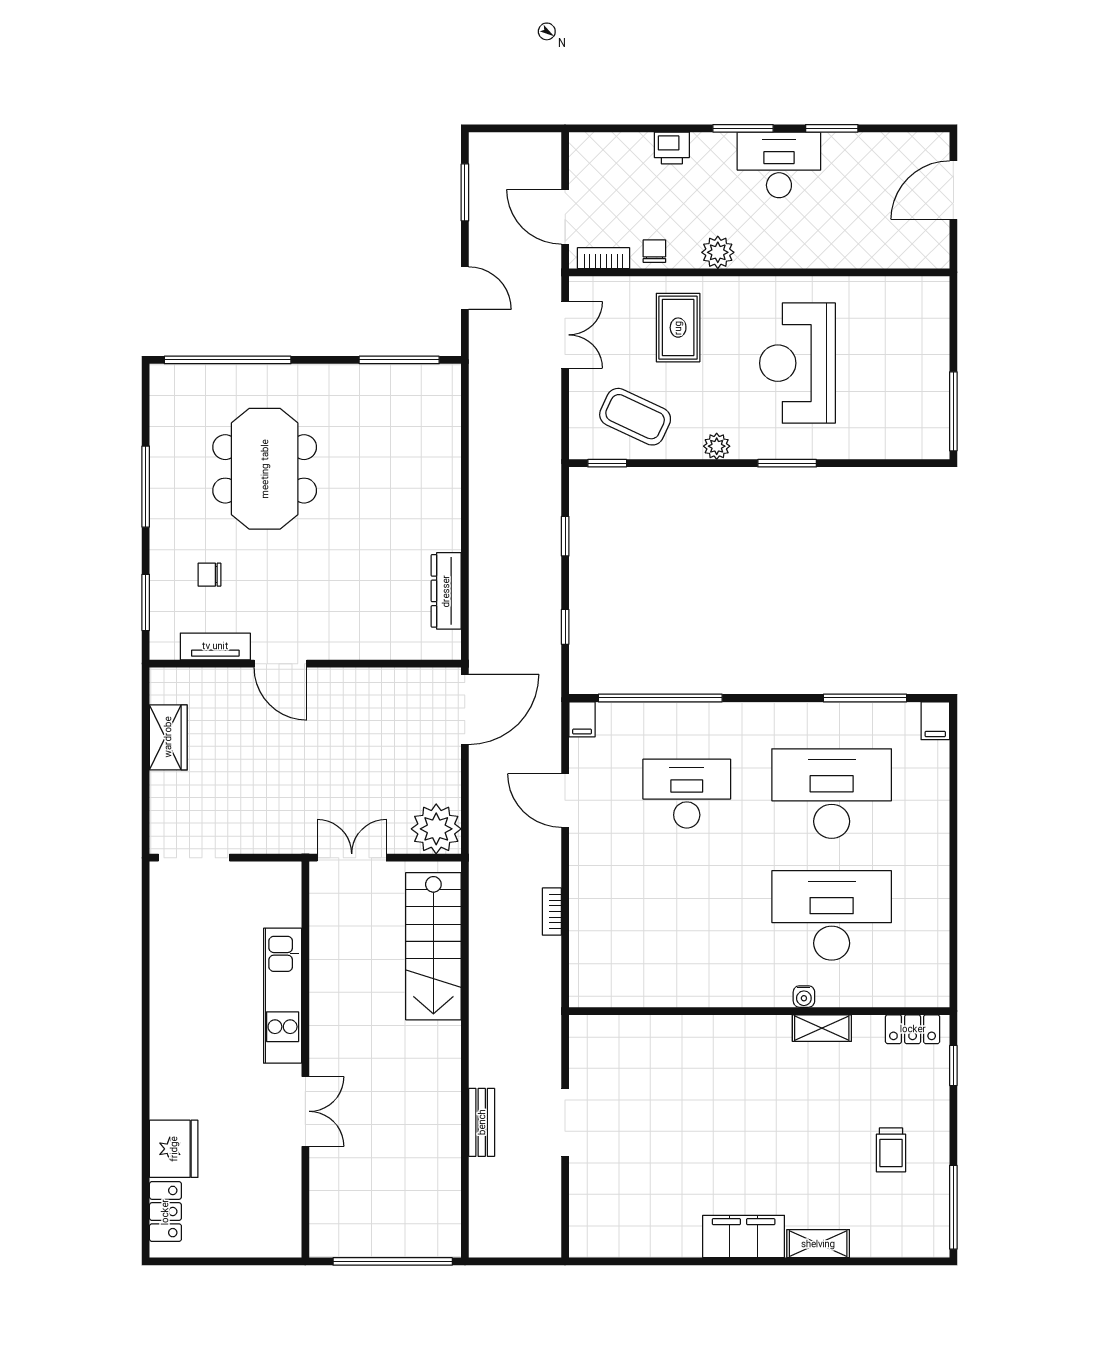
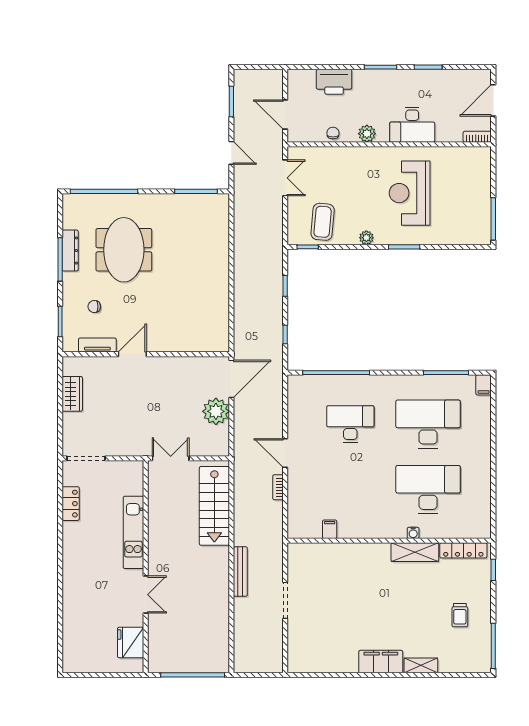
printer: (672, 148) -> (334, 82), width x1.87, depth x1.48
desk: (779, 165) -> (412, 125), moved, turned 180
bookcase: (604, 258) -> (477, 137), moved
rug: (678, 328) -> (346, 174), removed
coffee table: (635, 417) -> (323, 222), turned 70
dresser: (446, 591) -> (70, 251), moved, turned 180
door: (280, 664) -> (132, 354), swing flipped
filing cabinet: (582, 719) -> (330, 529), moved, turned 180
door: (565, 800) -> (285, 453), moved
plant: (436, 829) -> (216, 411), moved
shelving: (822, 1028) -> (415, 552), width x1.50, depth x1.33
locker: (913, 1029) -> (463, 550), width x1.53
bench: (482, 1122) -> (240, 572), moved, width x1.36
fridge: (174, 1149) -> (131, 643), moved, turned 180
locker: (165, 1212) -> (71, 504), moved

